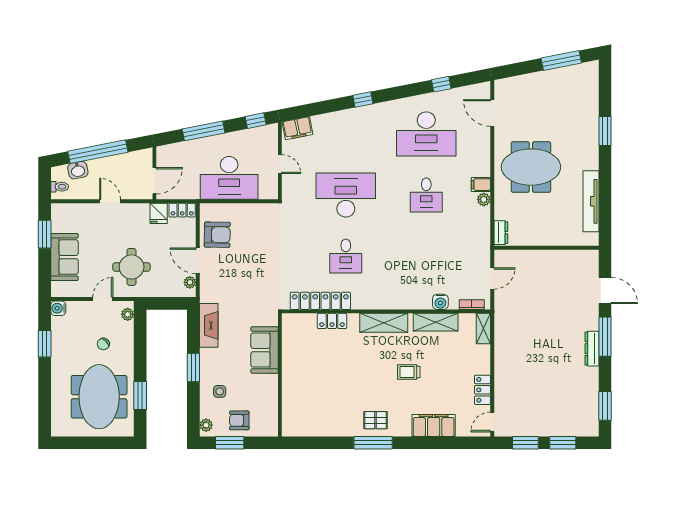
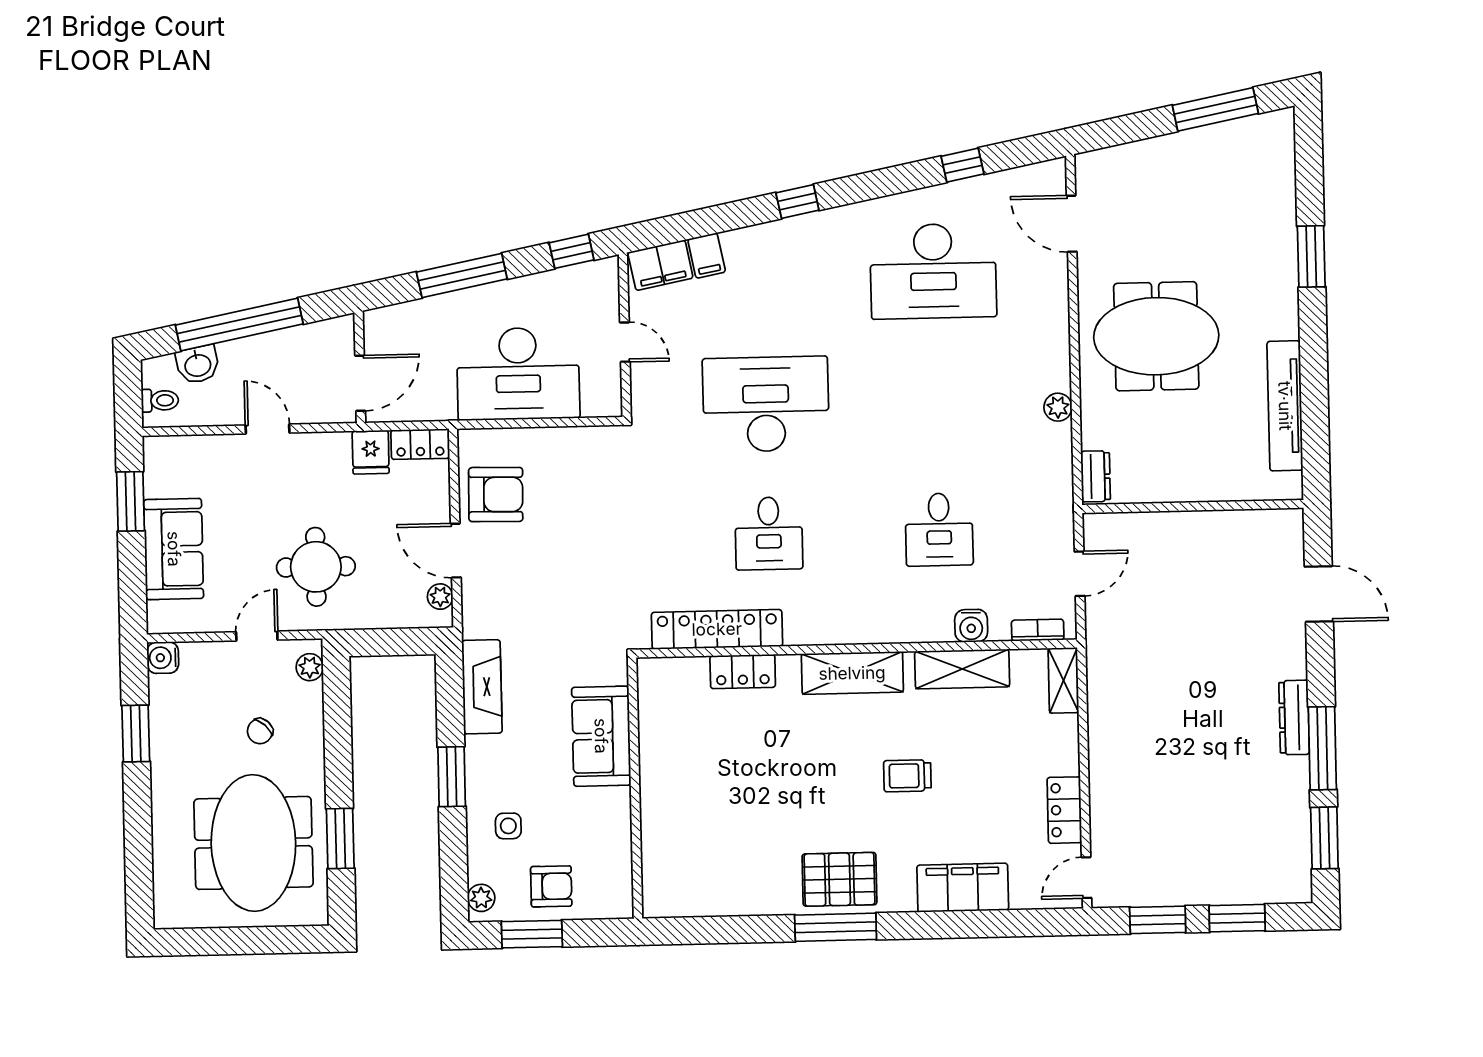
filing cabinet: (481, 185) -> (707, 256), moved, turned -101
desk: (426, 195) -> (939, 530), moved
window: (605, 337) -> (1322, 748), moved
armchair: (239, 420) -> (551, 886), turned 180
pallet: (375, 420) -> (839, 879), width x1.50, depth x1.42

